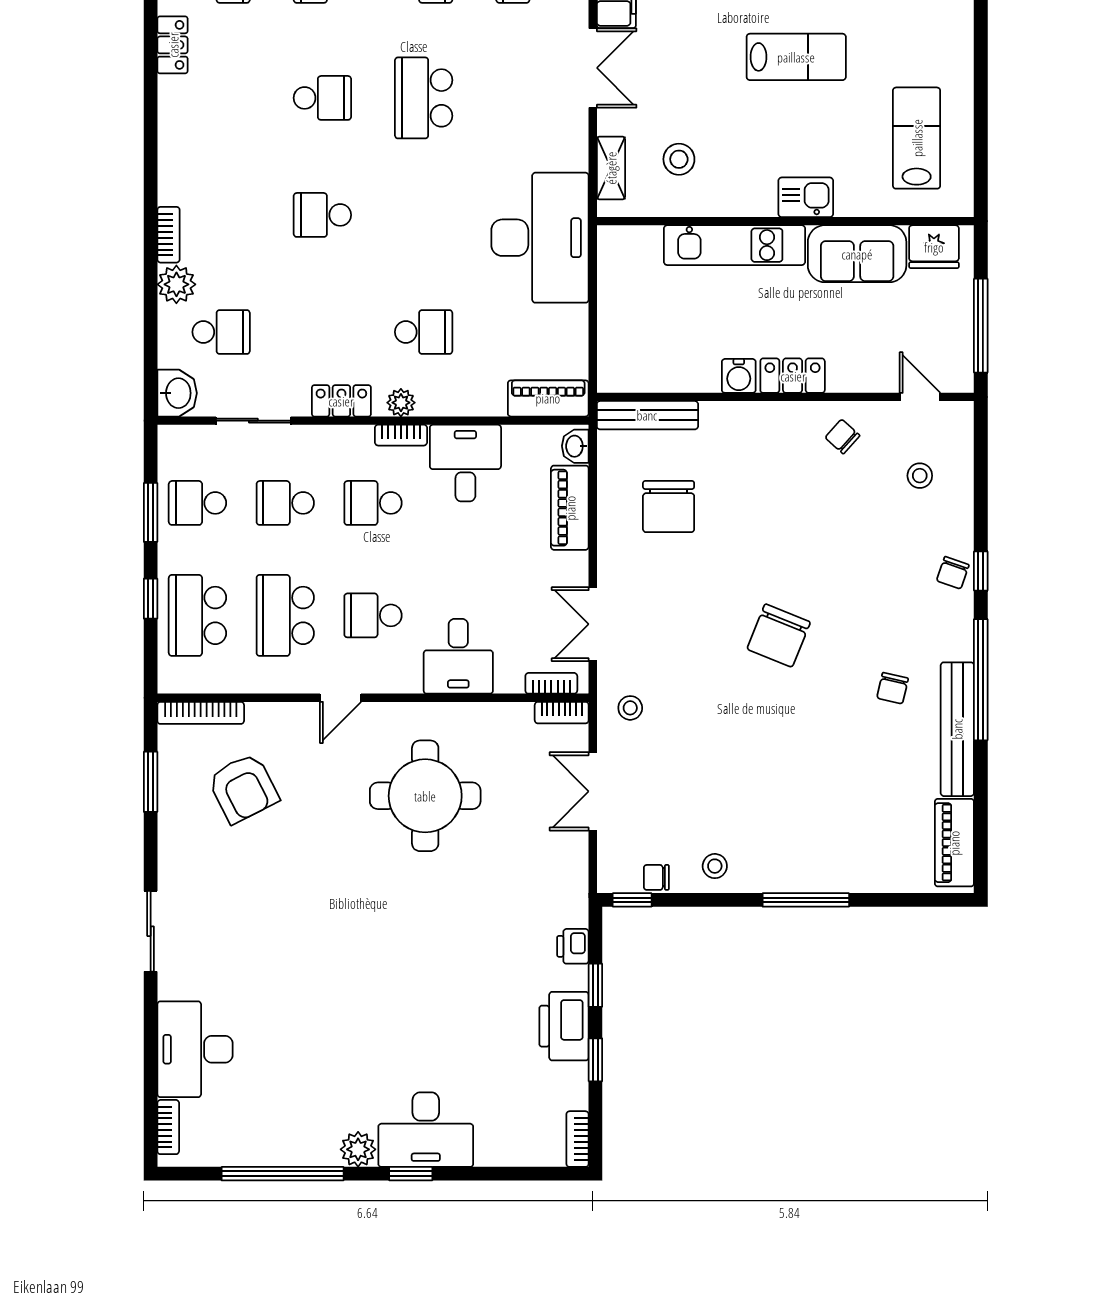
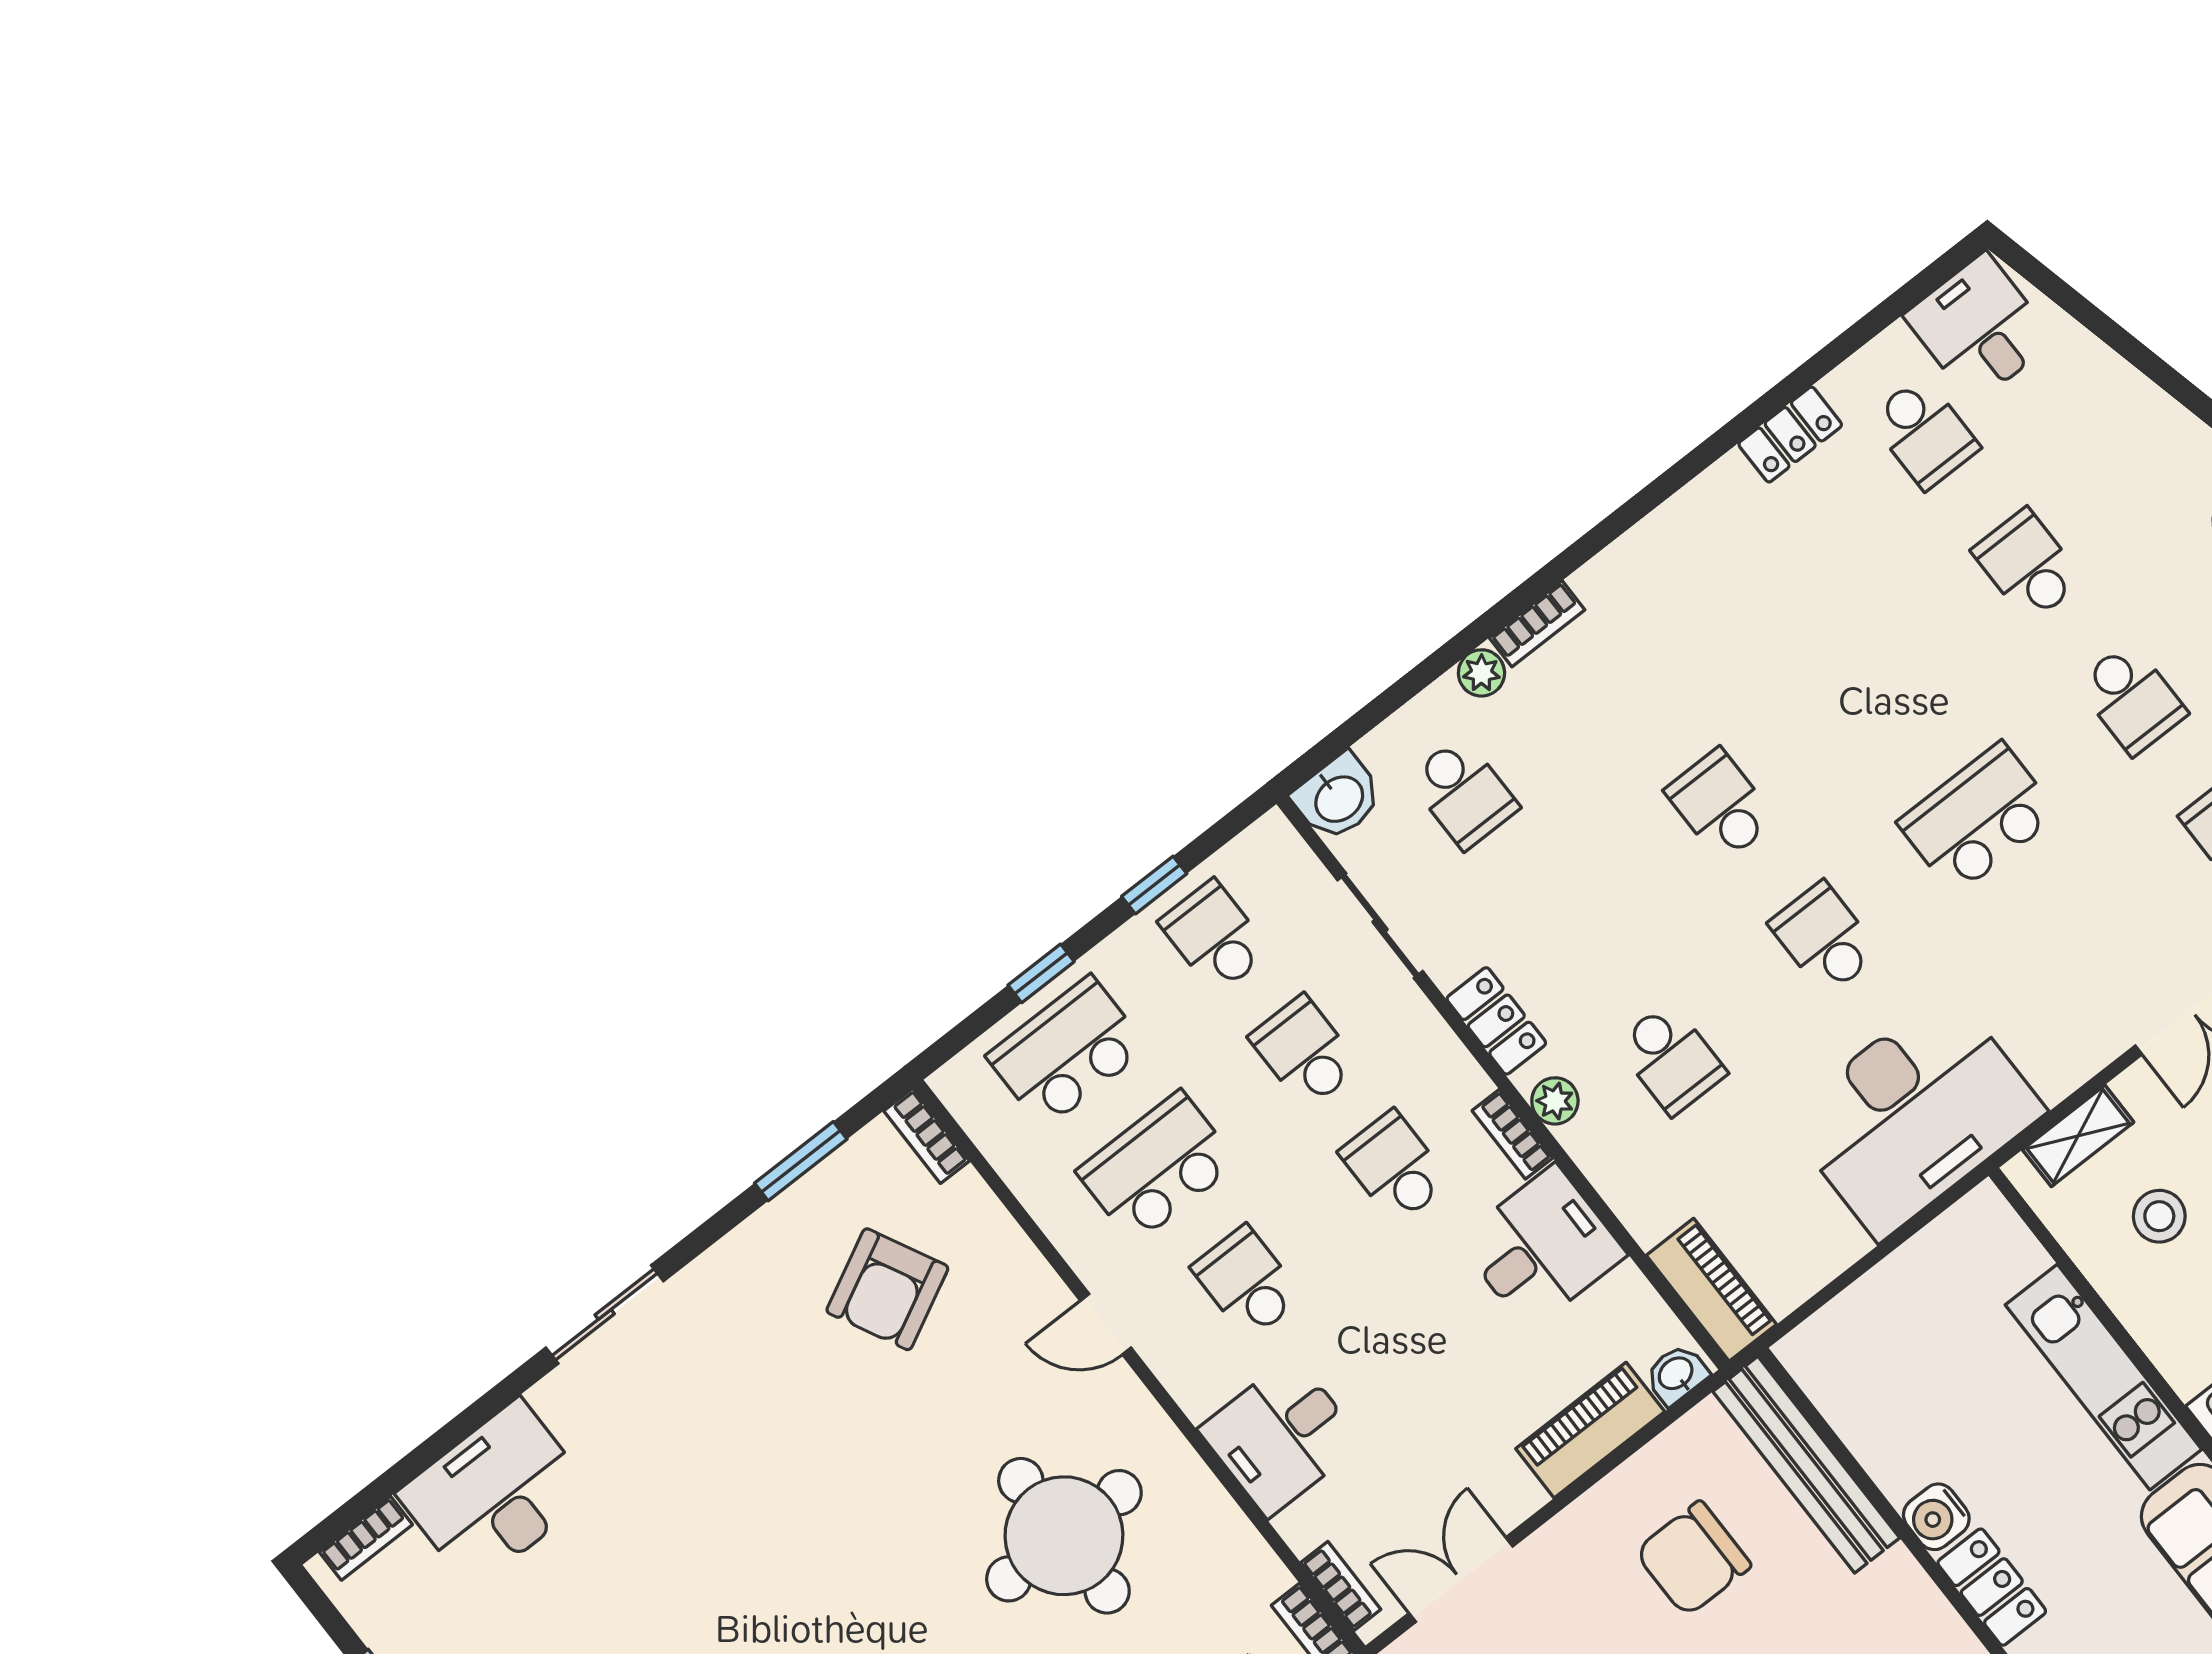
school desk: (322, 98) -> (1824, 938), moved, turned 180
plant: (176, 284) -> (1481, 673), width x0.73, depth x0.73
bench: (647, 415) -> (1806, 1465), width x1.37, depth x1.21
window: (151, 512) -> (1154, 885), width x0.67
bookcase: (201, 713) -> (927, 1136), width x0.64

